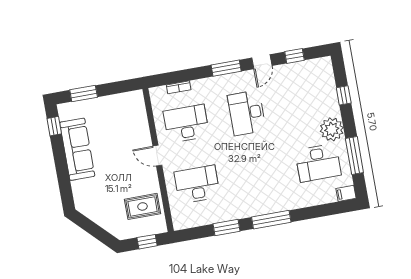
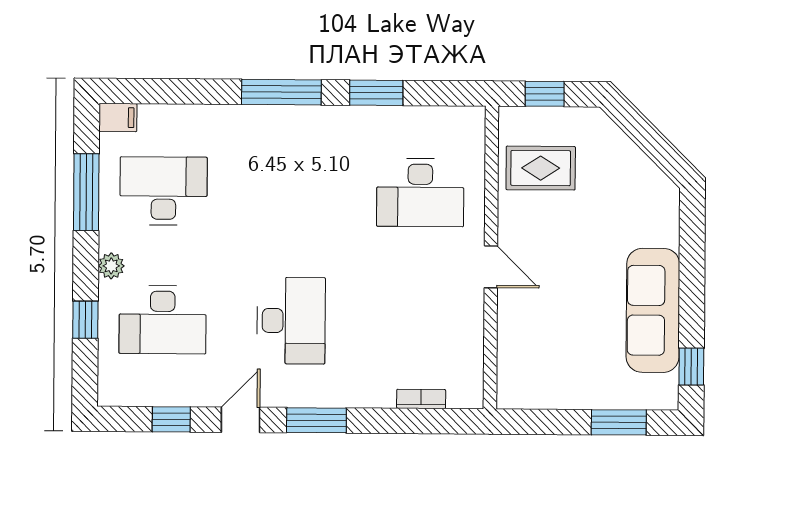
desk: (186, 124) -> (163, 320), moved
plant: (332, 129) -> (111, 266), width x0.53, depth x0.53

